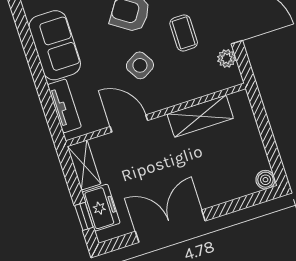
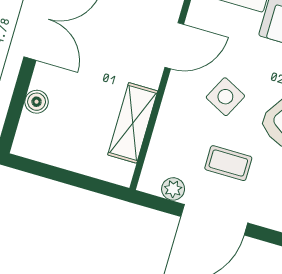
side table: (140, 65) -> (225, 97), turned -32
boiler: (265, 180) -> (37, 102), moved

